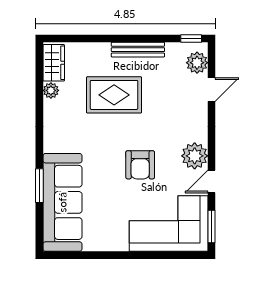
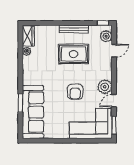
rug: (114, 95) -> (74, 54), moved

